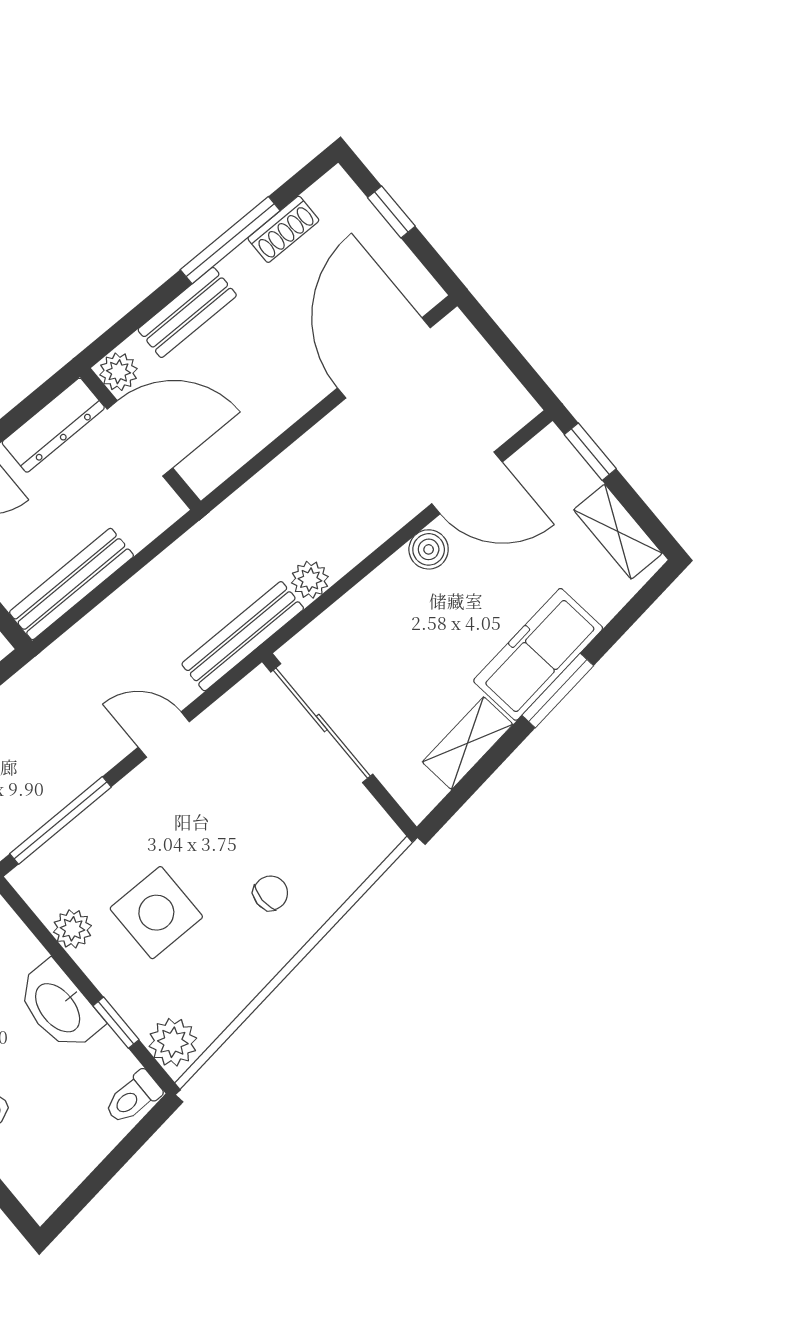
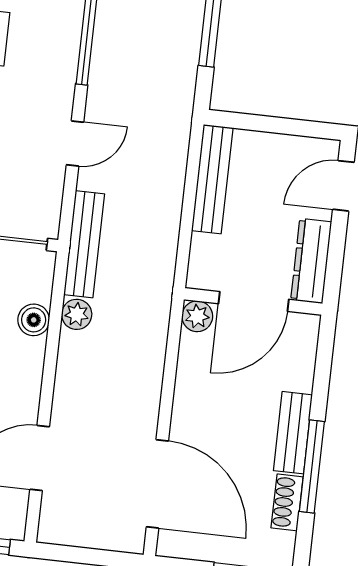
bench: (187, 312) -> (293, 433), moved
plant: (119, 372) -> (197, 316), moved
boiler: (429, 549) -> (34, 320), moved

